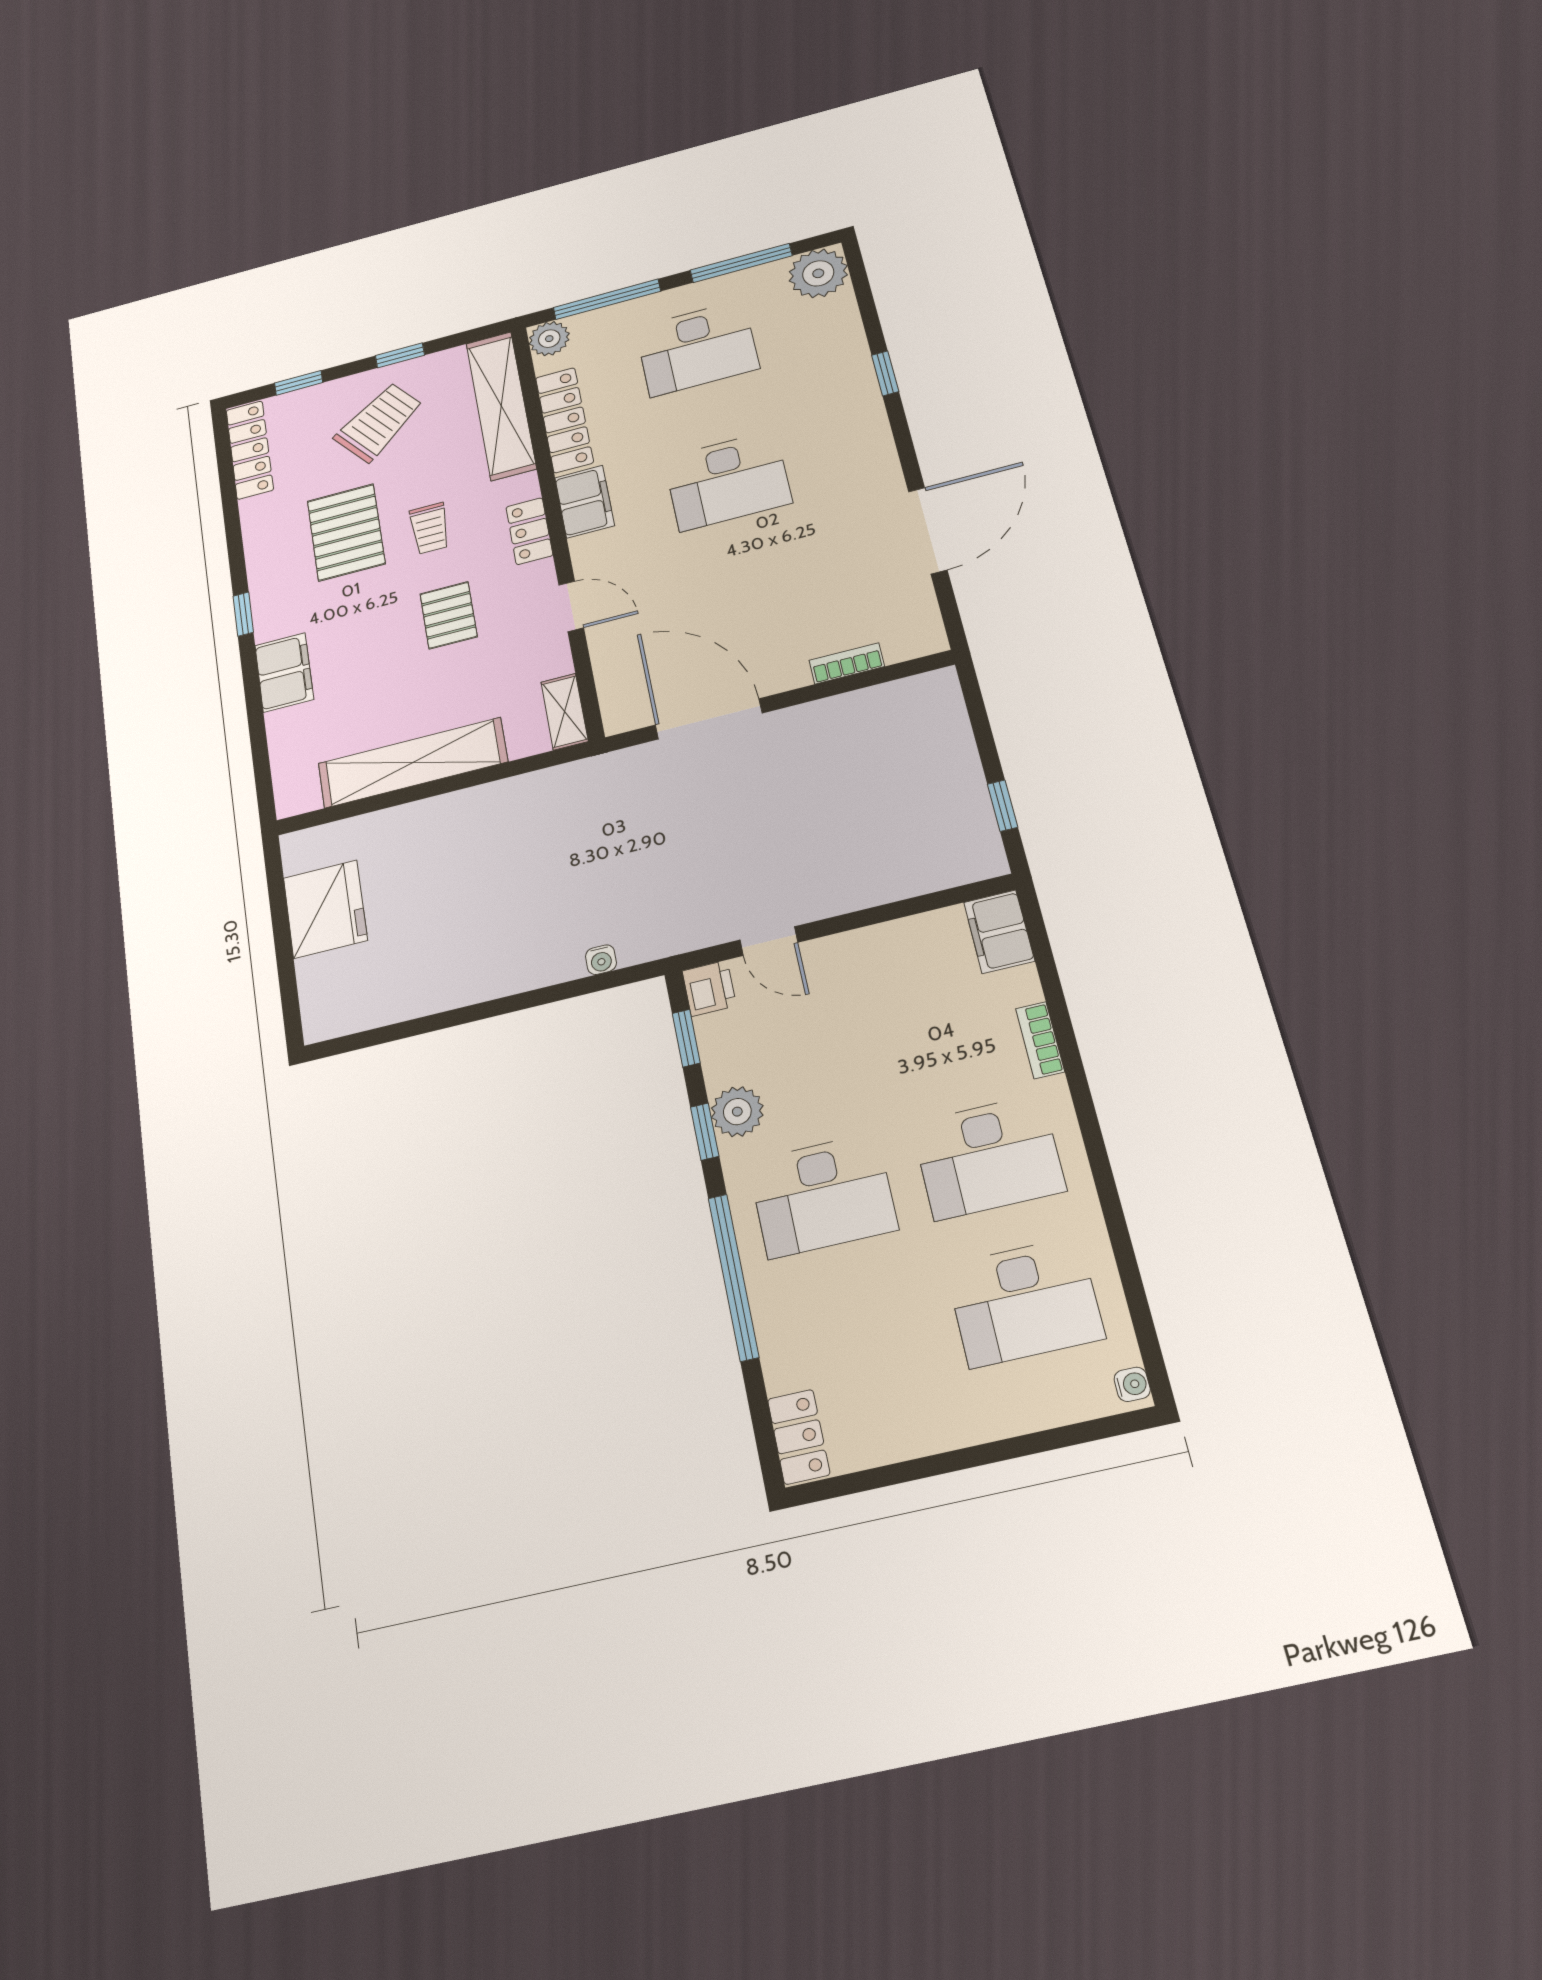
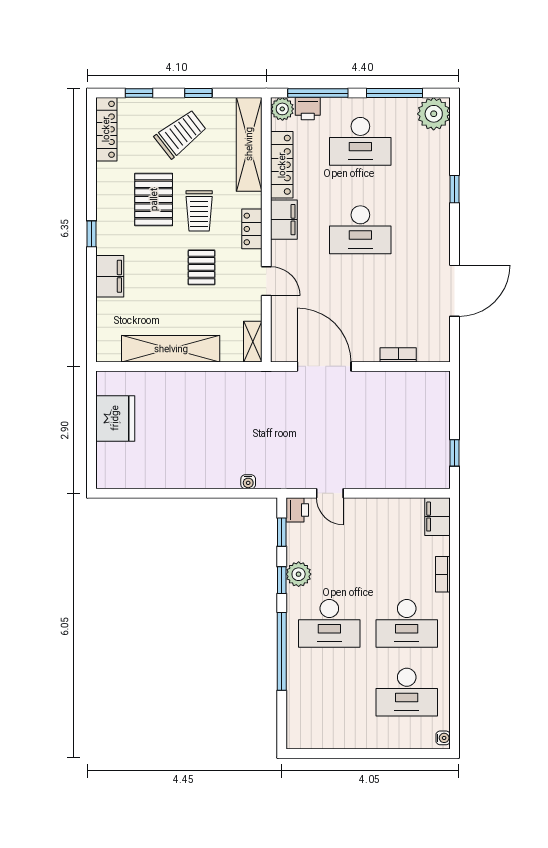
printer: (594, 326) -> (308, 109), added
trolley: (430, 528) -> (199, 211), width x1.36, depth x1.39
locker: (799, 1437) -> (296, 729), removed

